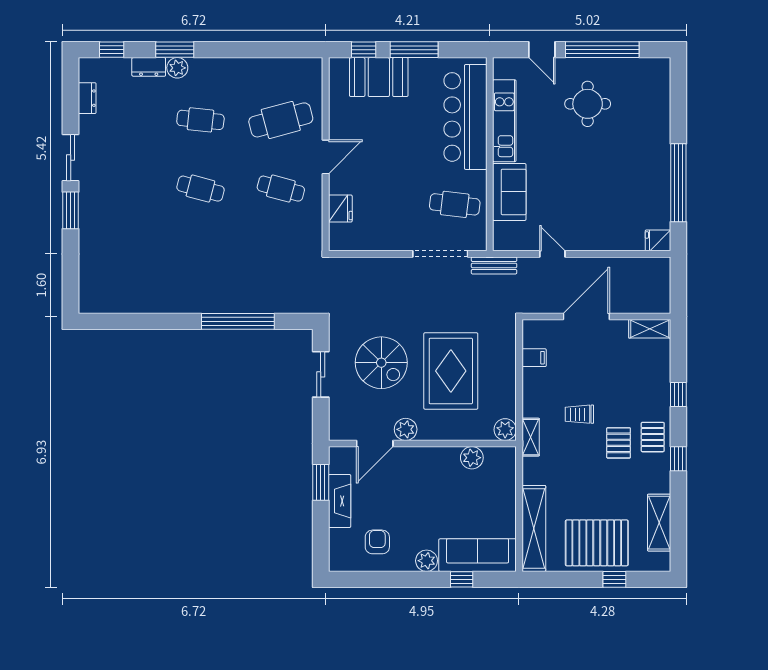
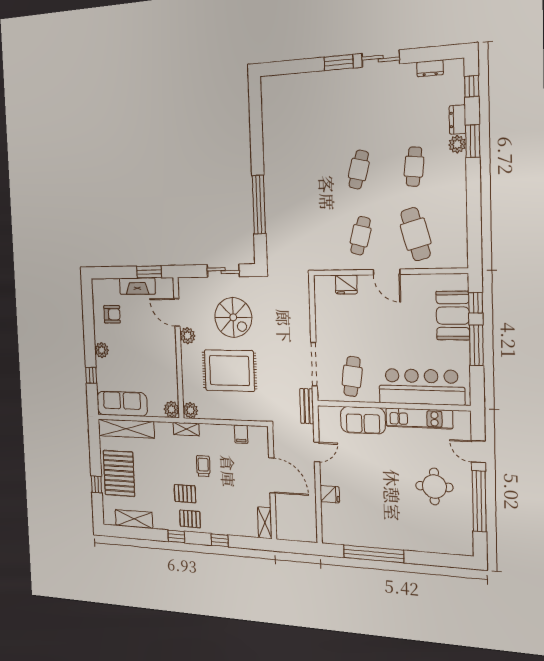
door: (542, 50) -> (478, 452), hinge flipped
fridge: (658, 240) -> (330, 494), moved, turned 90
spiral stairs: (381, 363) -> (233, 317), turned -90
plant: (472, 458) -> (171, 409), moved
sofa: (478, 555) -> (122, 404), moved, turned -90

